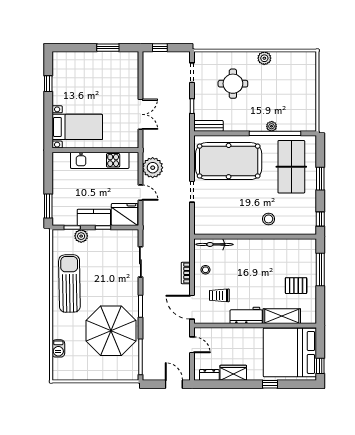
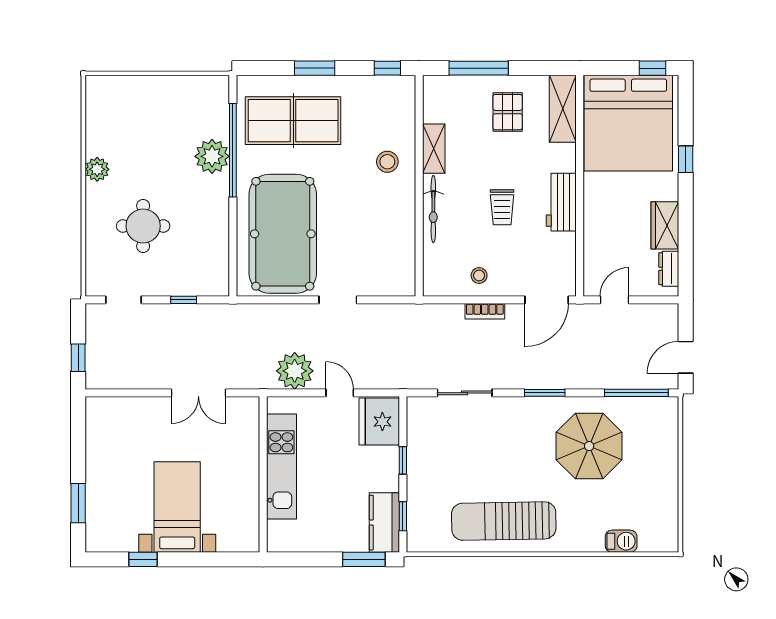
window: (108, 48) -> (78, 503), moved
double door: (140, 114) -> (198, 393), swing flipped
bench: (208, 126) -> (219, 270), removed
plant: (272, 126) -> (212, 156), width x1.88, depth x1.88
bed with nightstands: (77, 127) -> (177, 507), moved
door: (140, 193) -> (340, 393), hinge flipped
kitchen counter: (94, 217) -> (384, 523), moved
plant: (81, 236) -> (418, 500), removed
bicycle: (214, 244) -> (433, 209), moved
shelving: (276, 245) -> (434, 149), added
trolley: (219, 295) -> (502, 207), moved
shelving: (282, 316) -> (563, 109), moved
parasol: (111, 331) -> (589, 446), width x0.73, depth x0.73
door: (174, 384) -> (686, 357), moved

